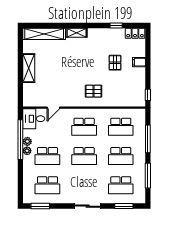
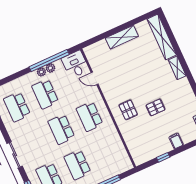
pallet: (115, 63) -> (155, 107), moved
window: (148, 95) -> (163, 157), moved
school desk: (121, 127) -> (106, 152), removed

